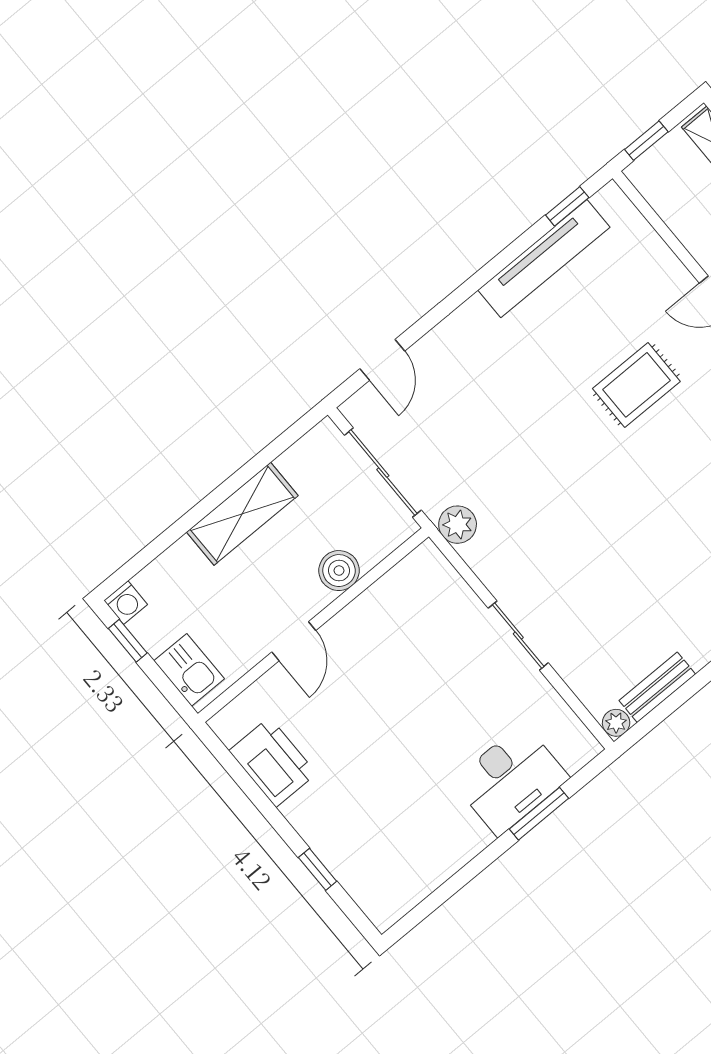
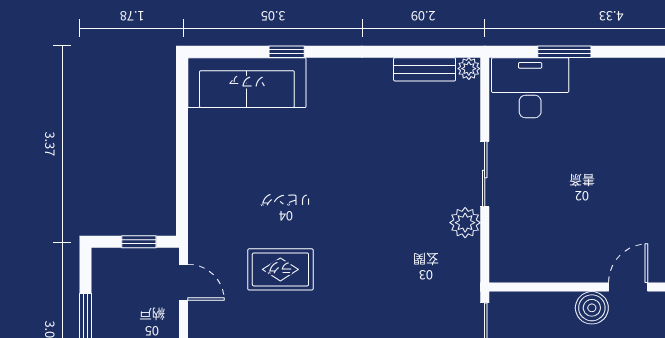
plant: (458, 525) -> (465, 223), moved
boiler: (339, 571) -> (592, 308), moved
desk: (511, 780) -> (530, 88), moved

